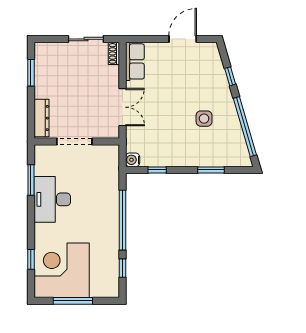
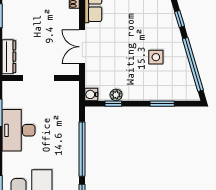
double door: (122, 107) -> (82, 47), swing flipped
plant: (160, 160) -> (116, 95), added

